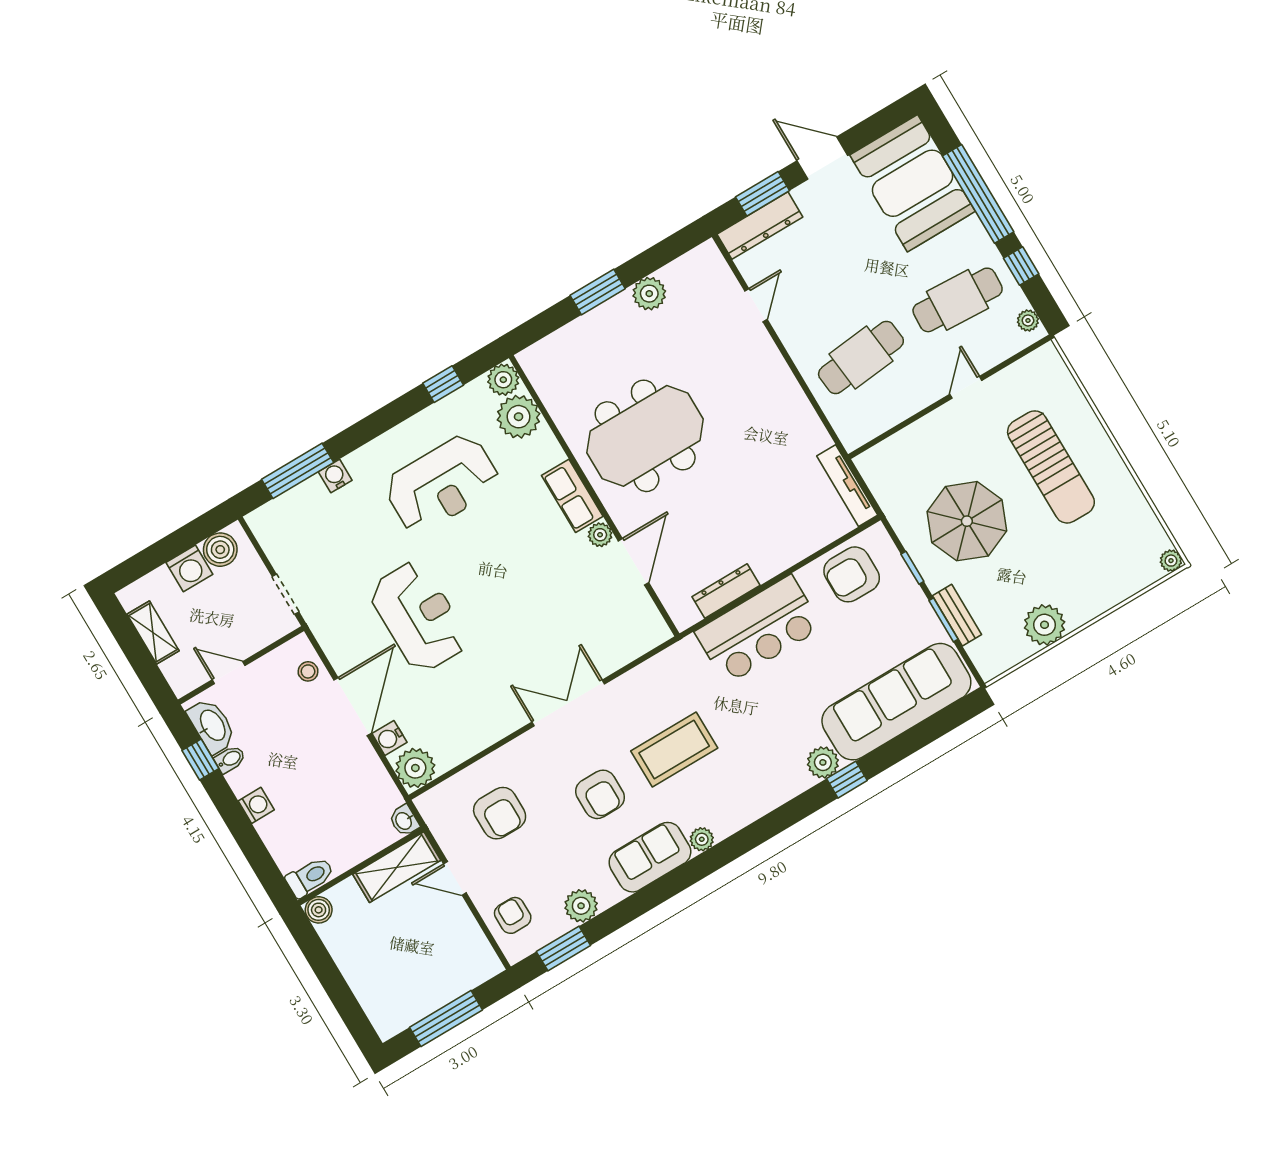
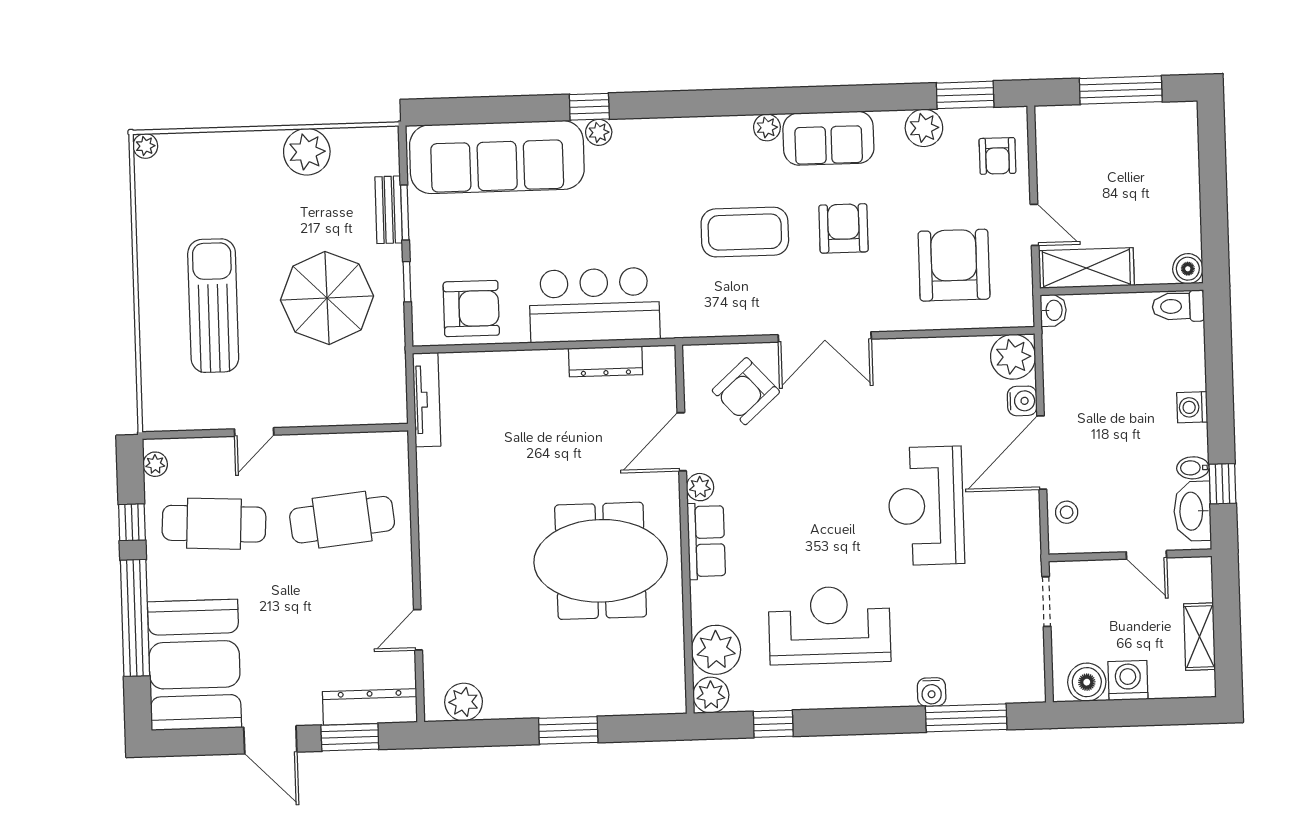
plant: (649, 294) -> (464, 702), moved
armchair: (606, 628) -> (746, 391), added
plant: (823, 762) -> (599, 132), width x0.73, depth x0.73
armchair: (500, 813) -> (954, 265), width x1.36, depth x1.36

